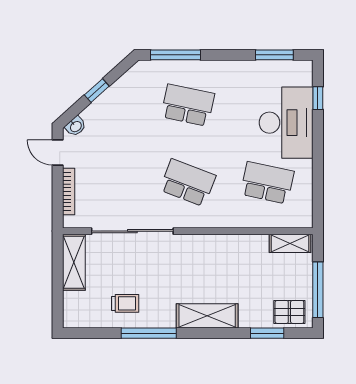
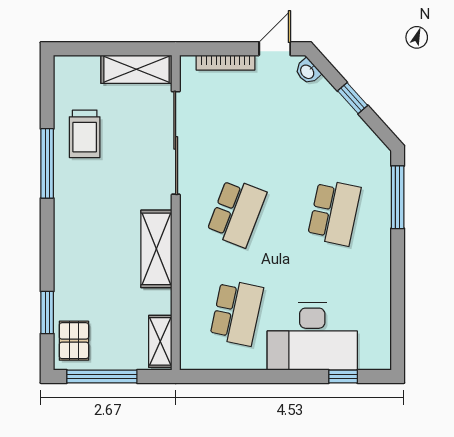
window: (274, 55) -> (398, 322), removed
trolley: (125, 303) -> (85, 134), width x1.36, depth x1.39
shelving: (207, 316) -> (156, 249), moved

